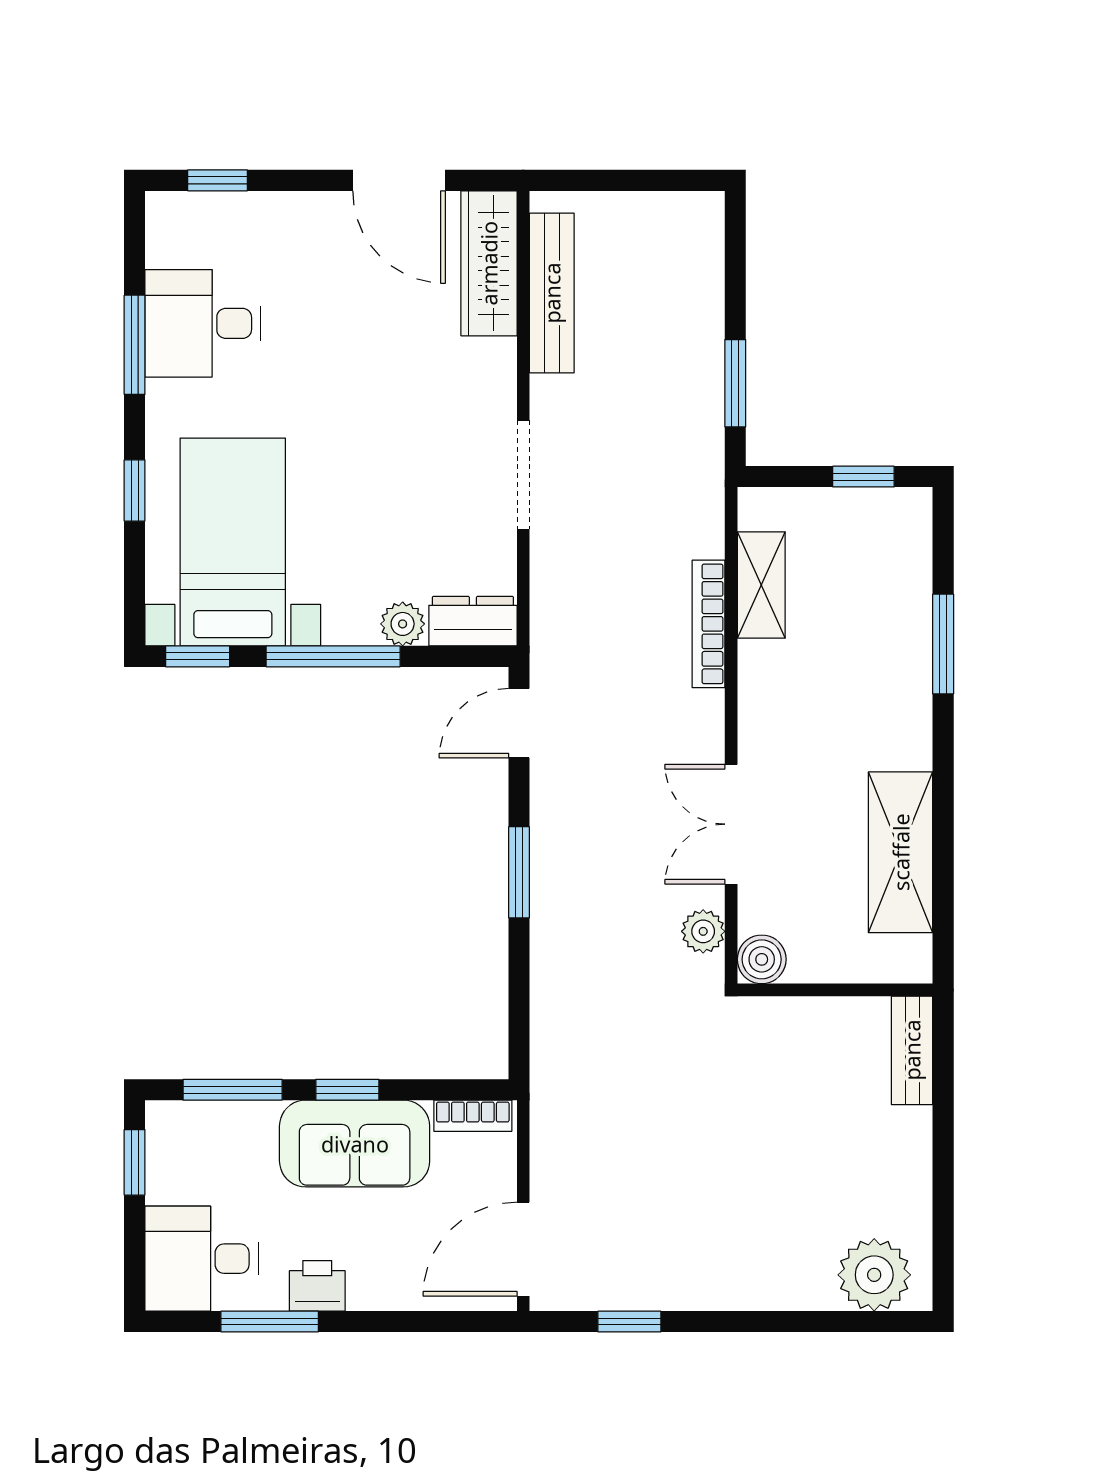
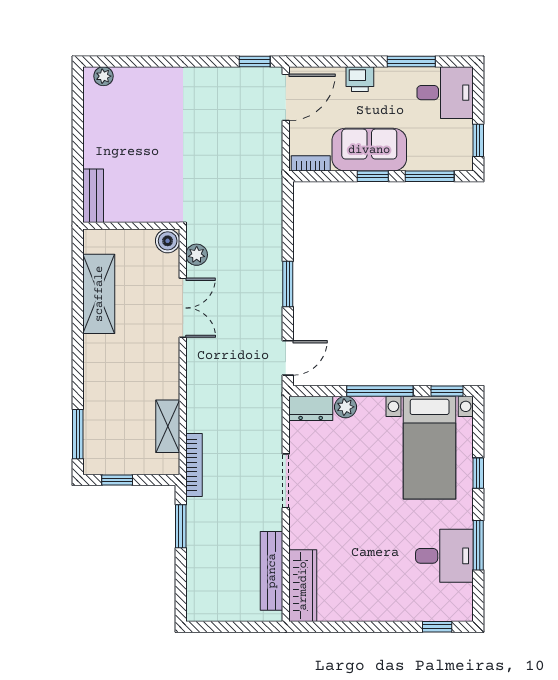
door: (399, 180) -> (347, 627), removed
bookcase: (709, 624) -> (194, 465), moved
window: (943, 644) -> (78, 434), moved
plant: (874, 1275) -> (103, 76), width x0.53, depth x0.53
printer: (317, 1286) -> (360, 79), moved
window: (629, 1322) -> (255, 61), moved

